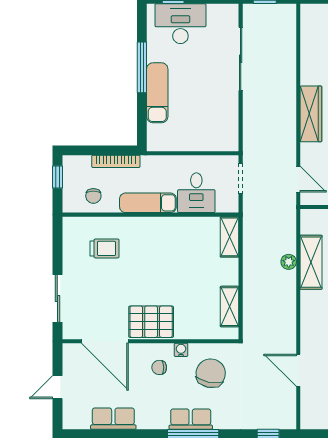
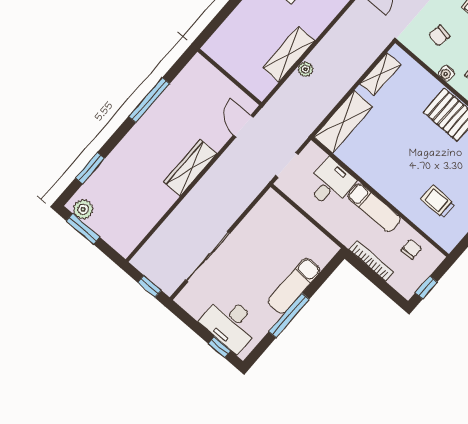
shelving: (230, 237) -> (343, 122), width x1.50, depth x1.33
chair: (211, 373) -> (439, 36), width x0.54, depth x0.54

